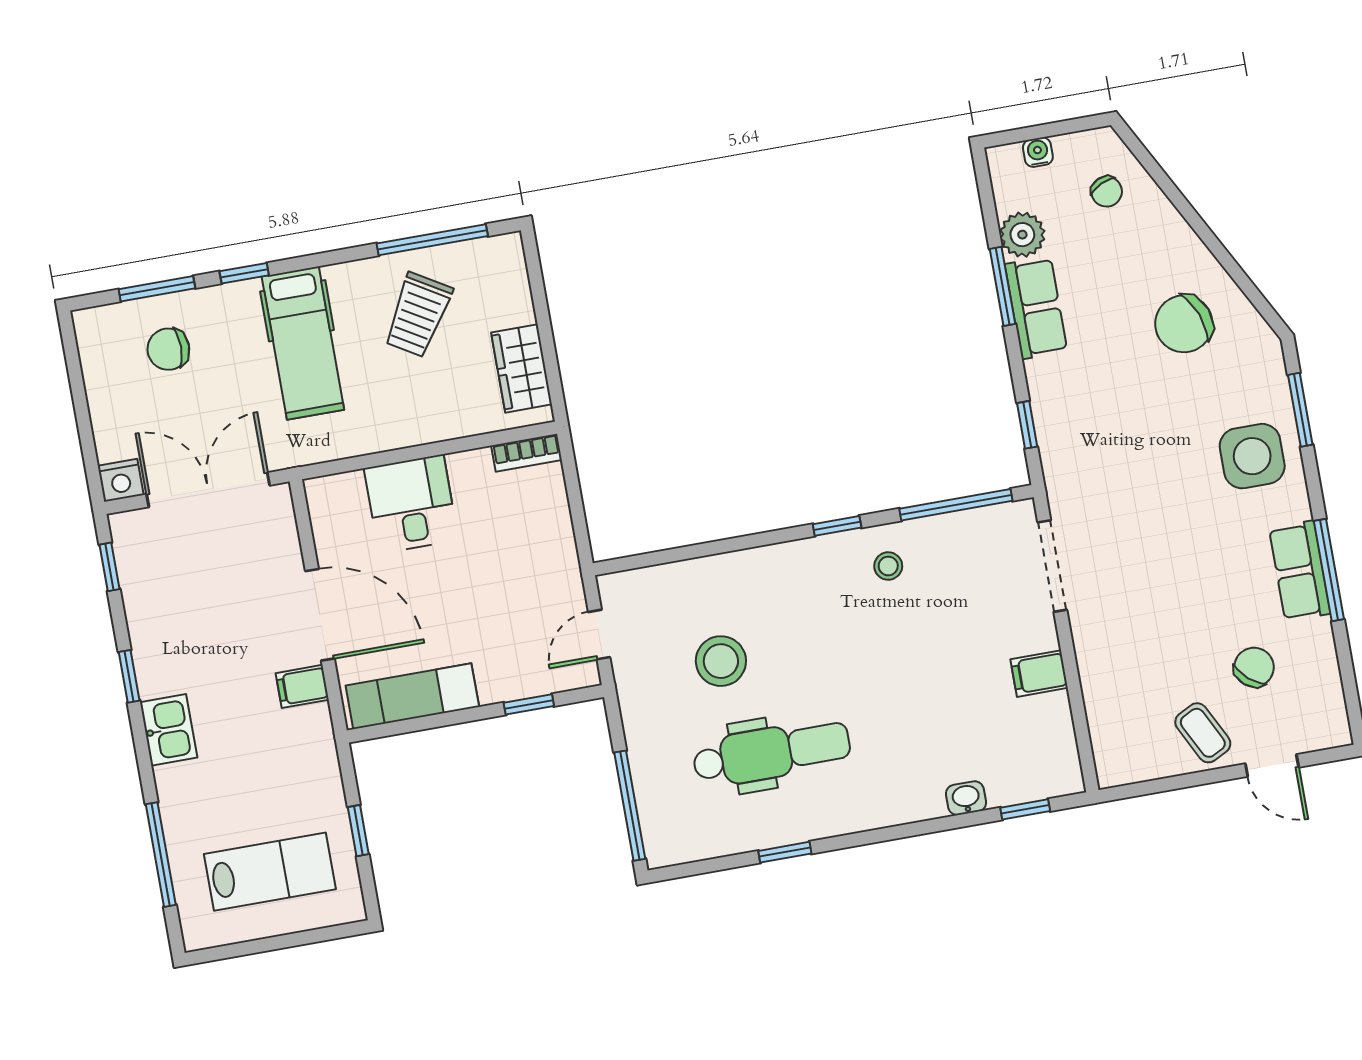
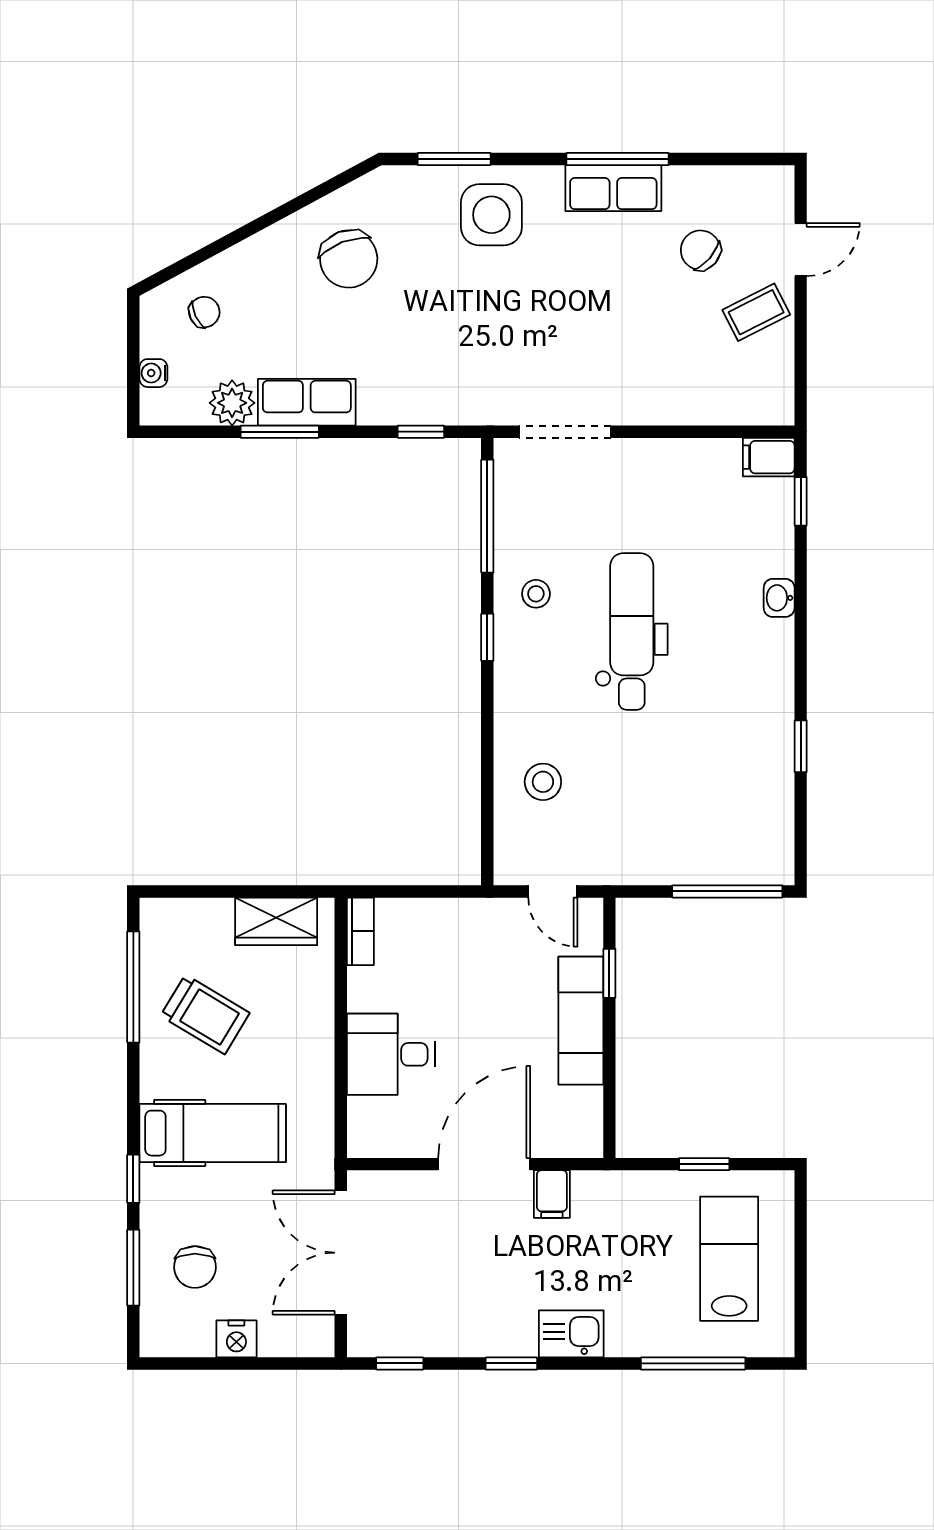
nightstand: (121, 480) -> (236, 1339), moved, turned 90
stool: (721, 661) -> (543, 782), moved, width x0.73, depth x0.73
filing cabinet: (1039, 674) -> (769, 457), moved, turned 90
exam couch: (412, 696) -> (581, 1021), moved
dental chair: (772, 753) -> (632, 631), moved
washbasin: (966, 798) -> (779, 598), moved

